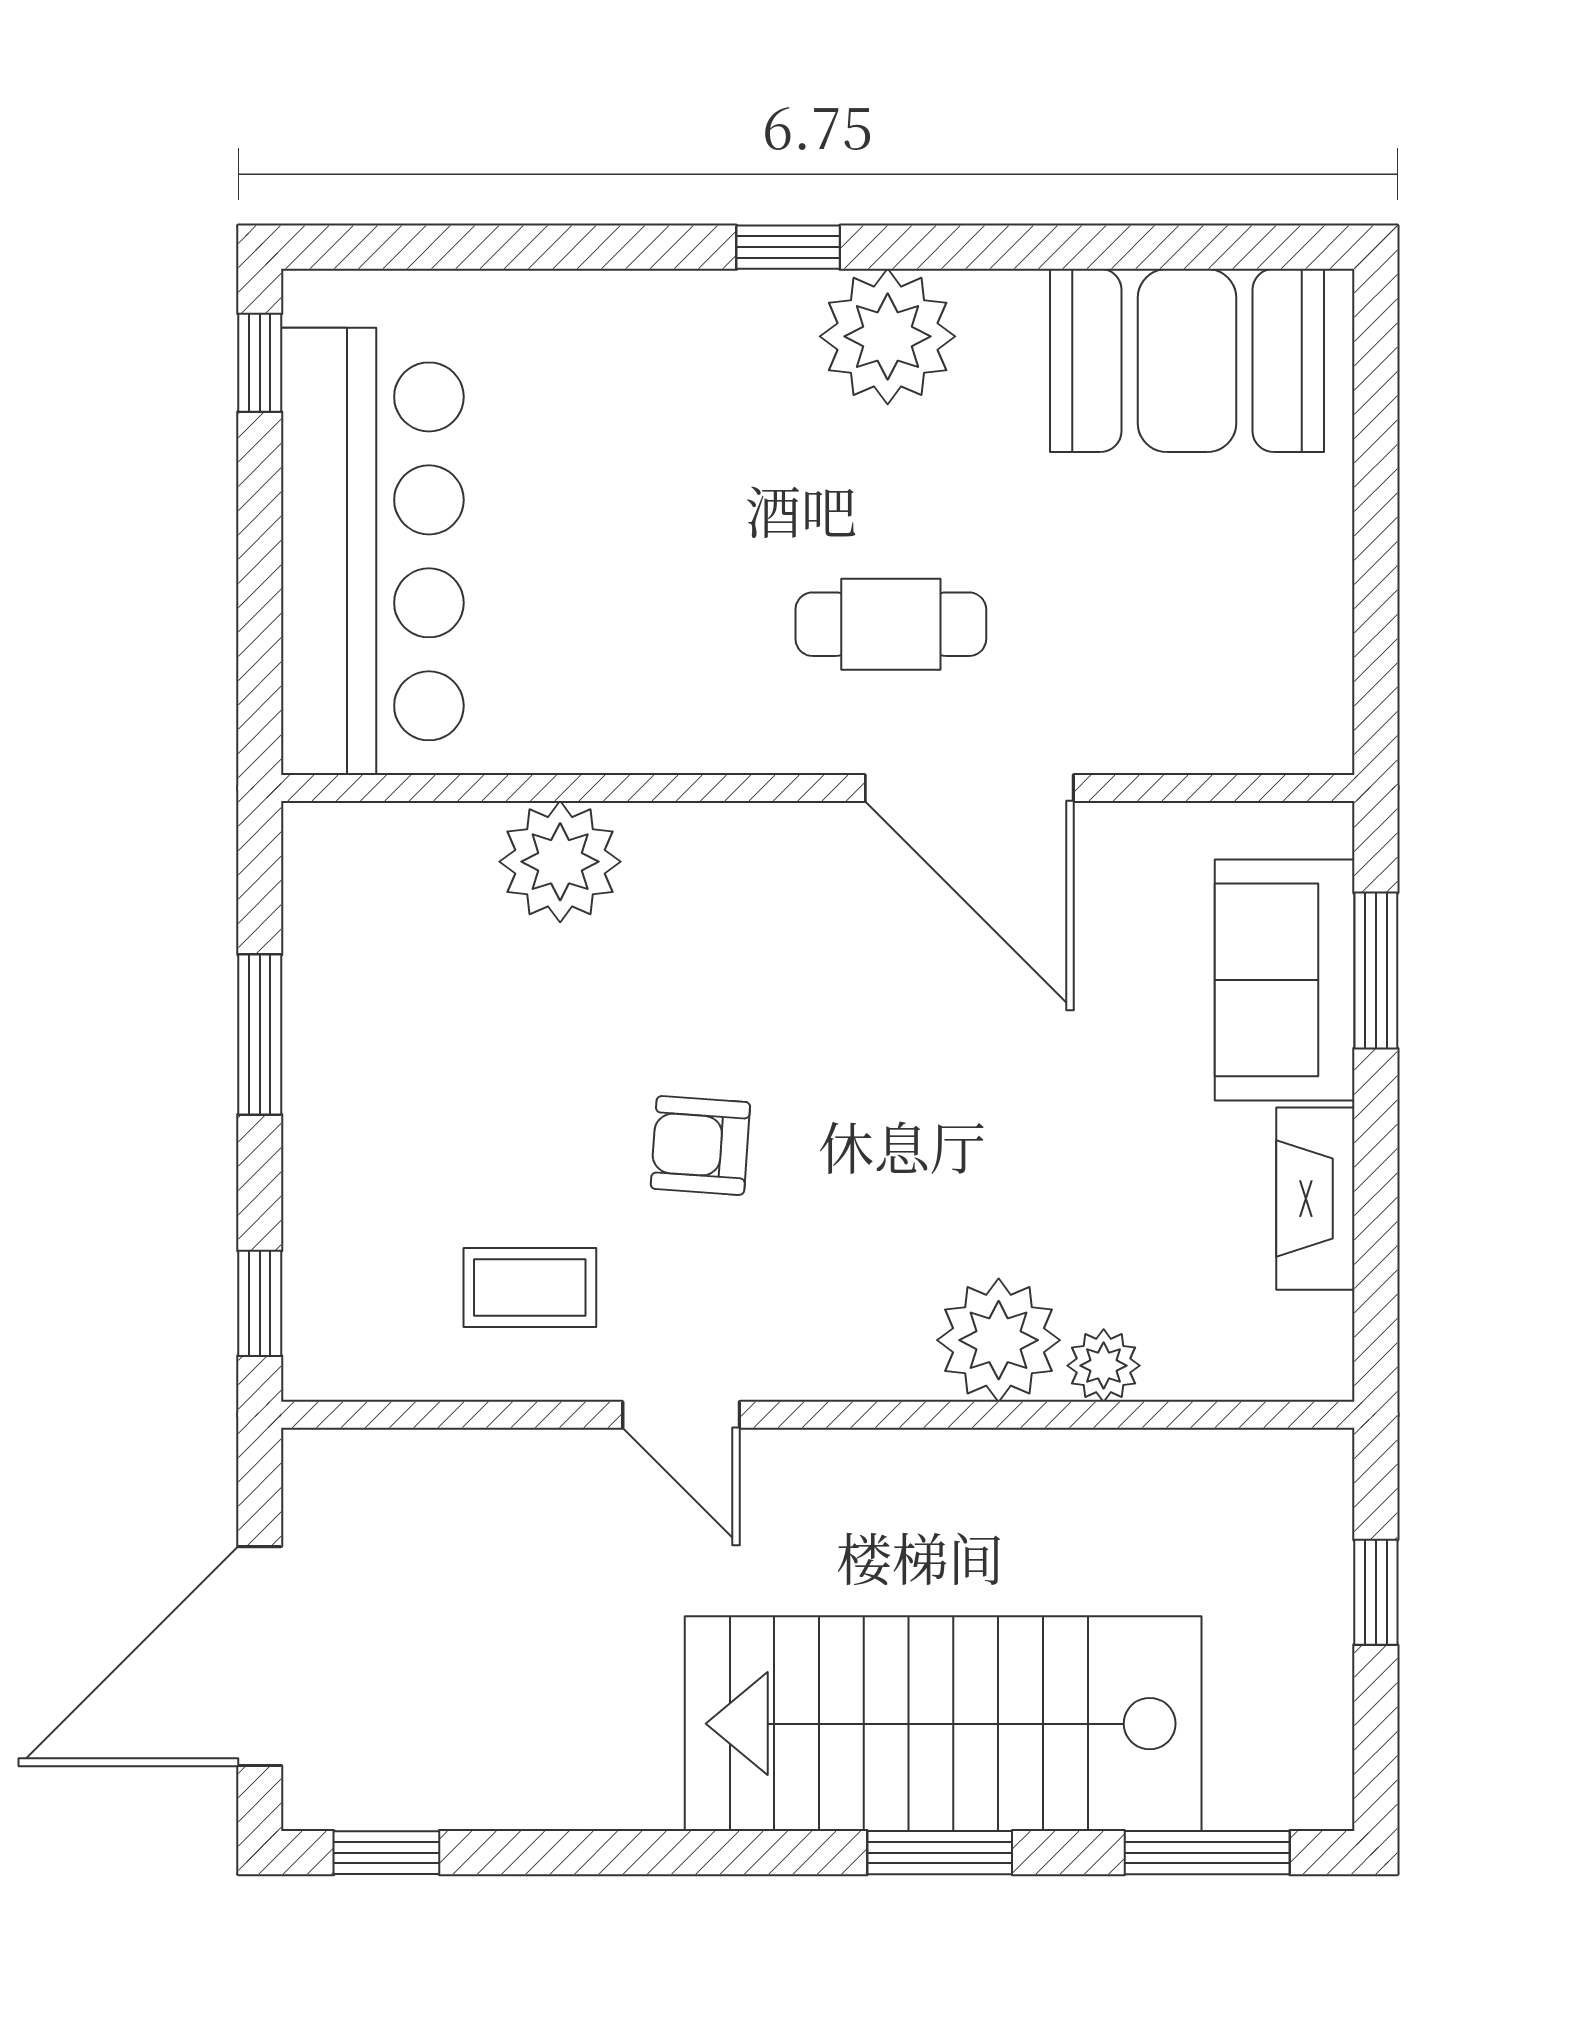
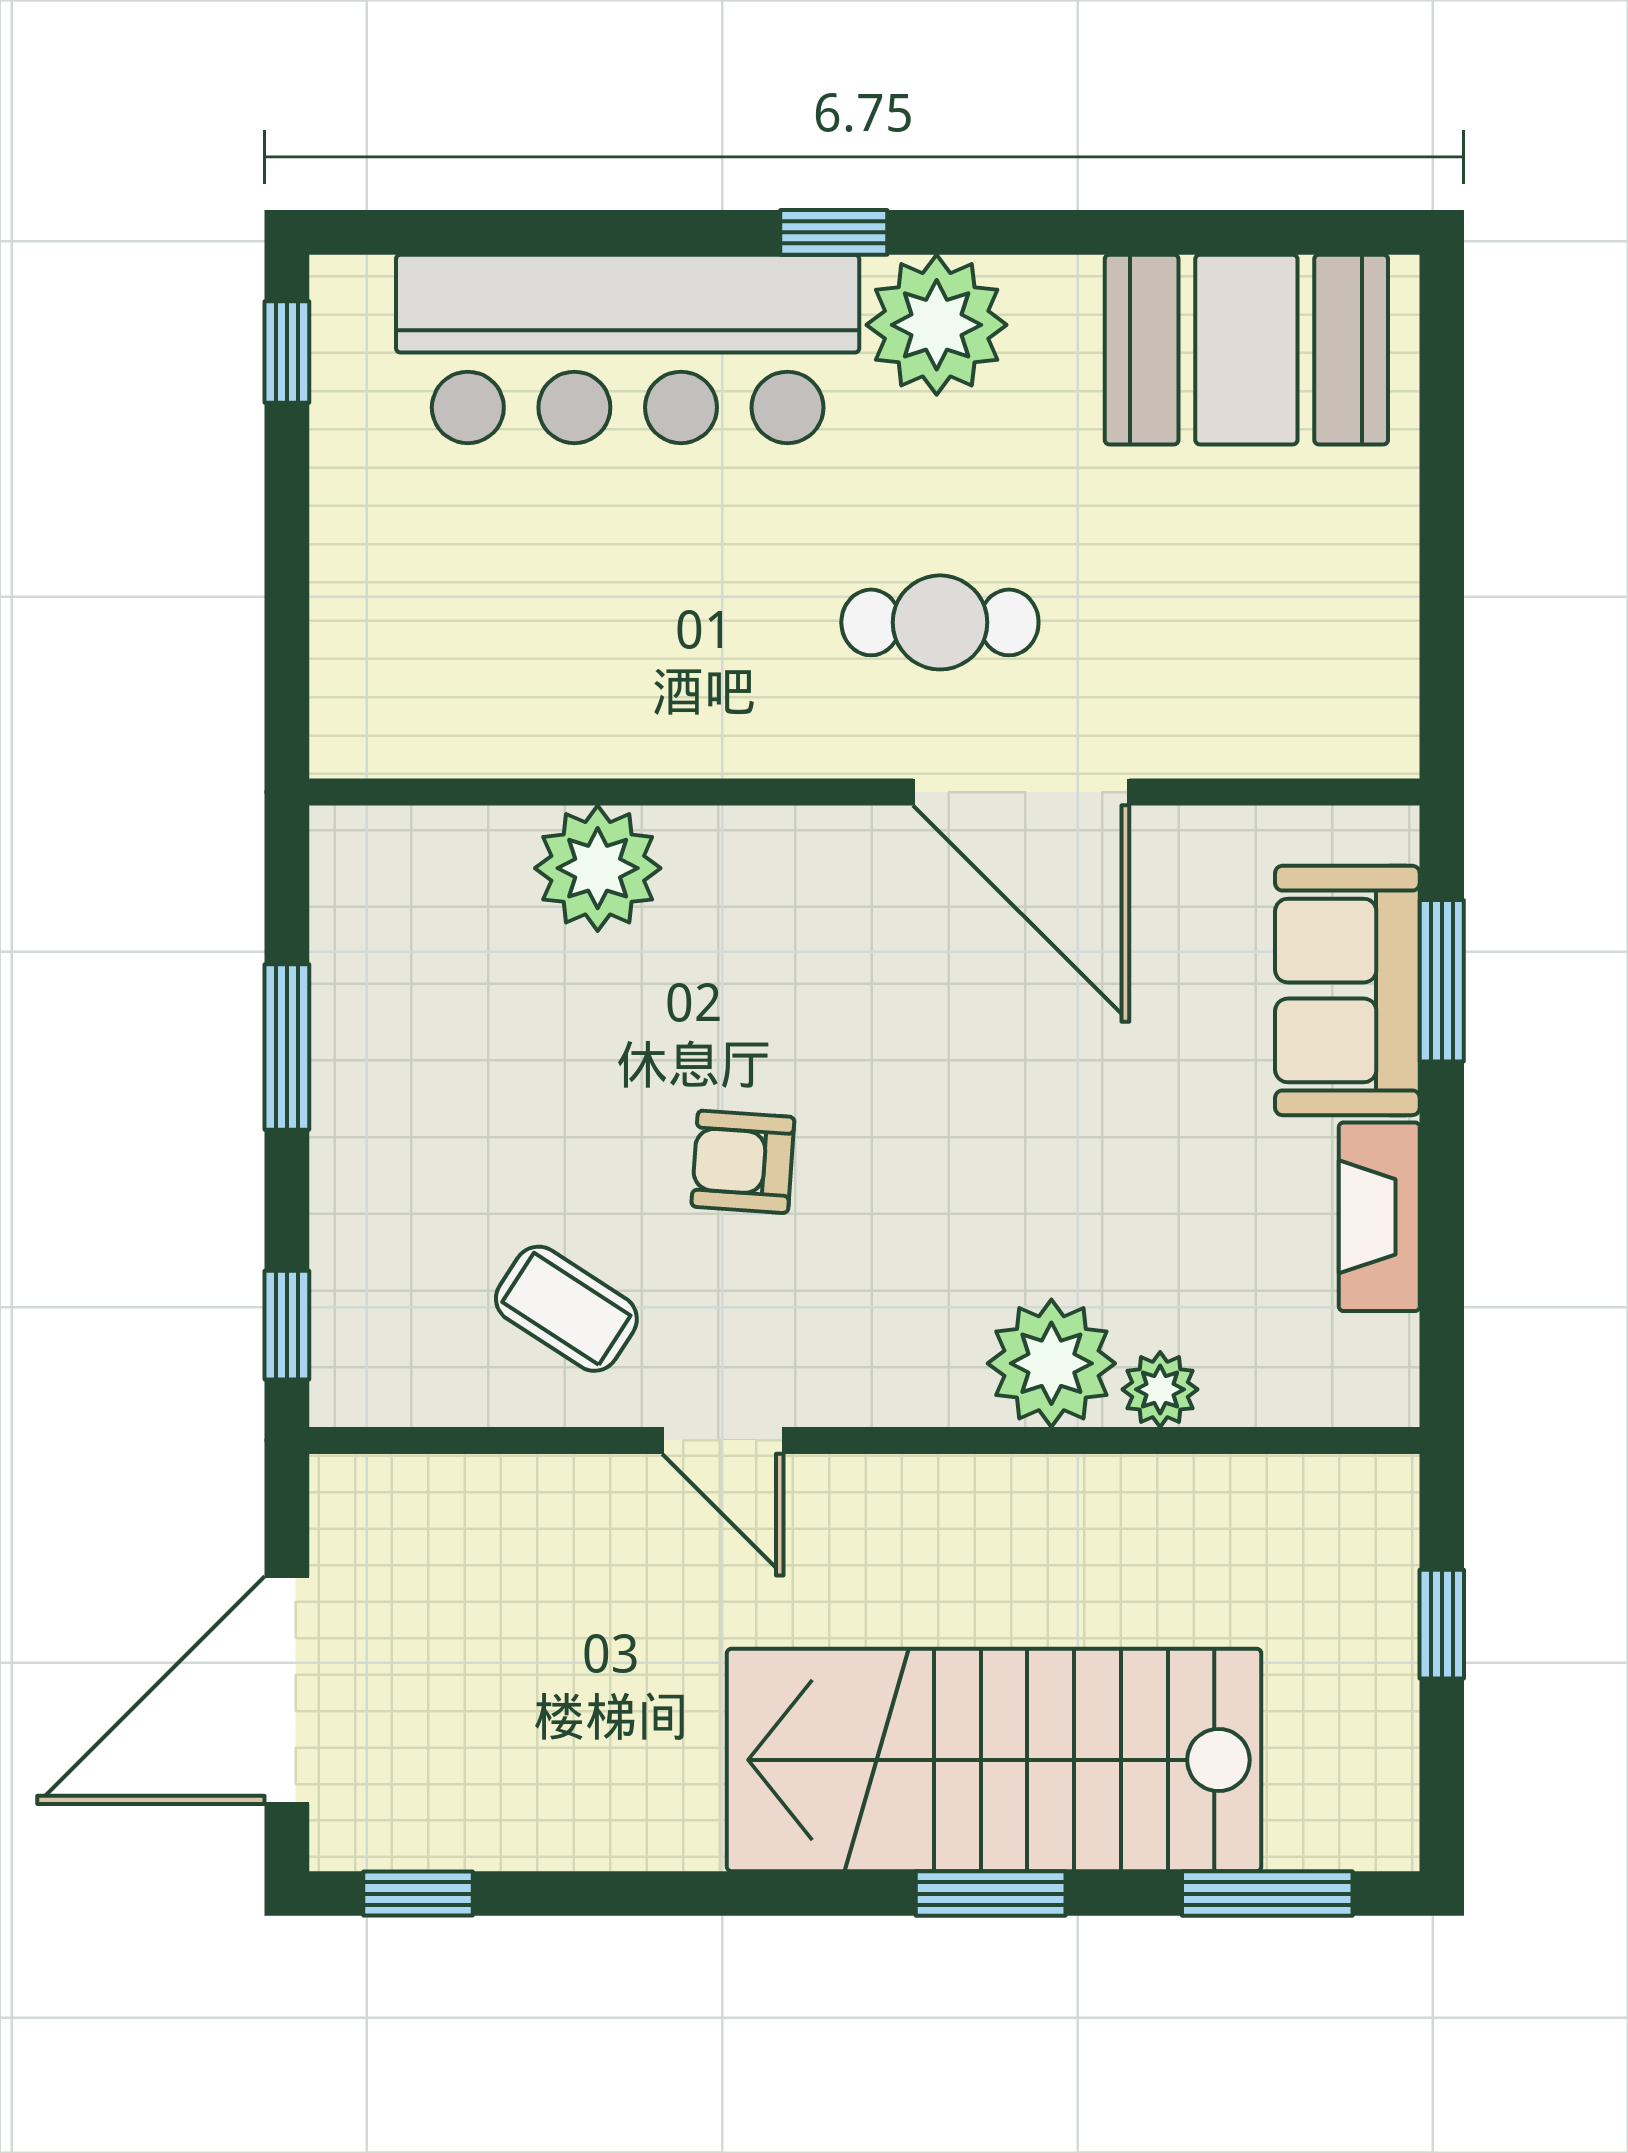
bar counter: (372, 551) -> (628, 349), moved, turned 90
coffee table: (530, 1287) -> (566, 1309), turned 33

